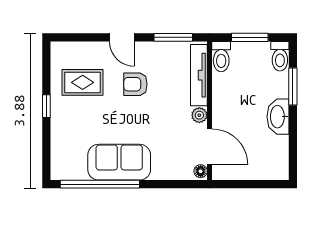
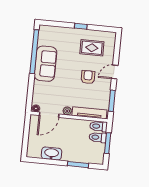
toilet: (280, 56) -> (98, 137), moved
rug: (83, 82) -> (92, 48), turned 90
washbasin: (278, 117) -> (51, 154), moved

